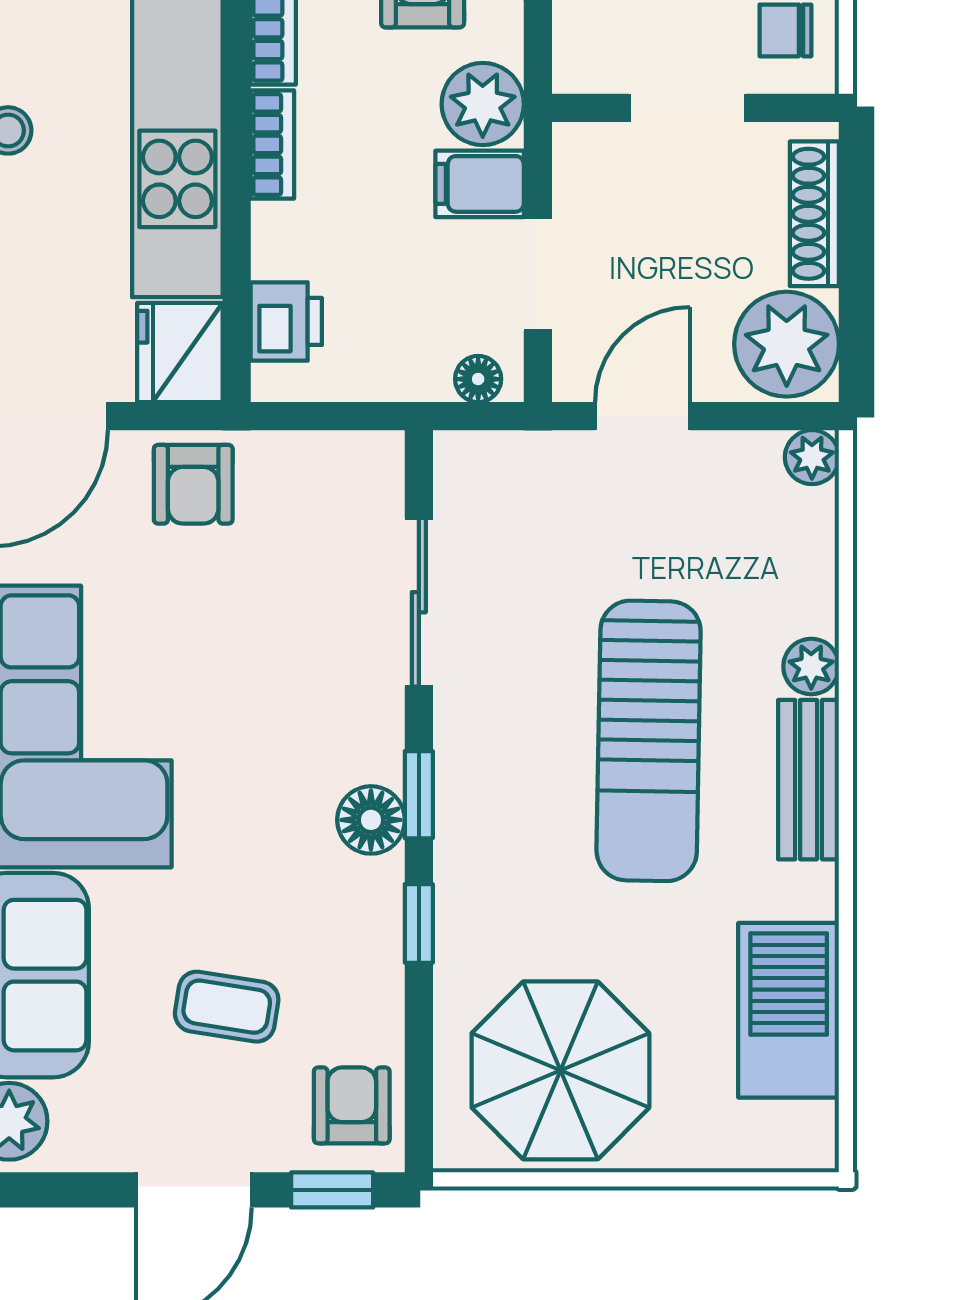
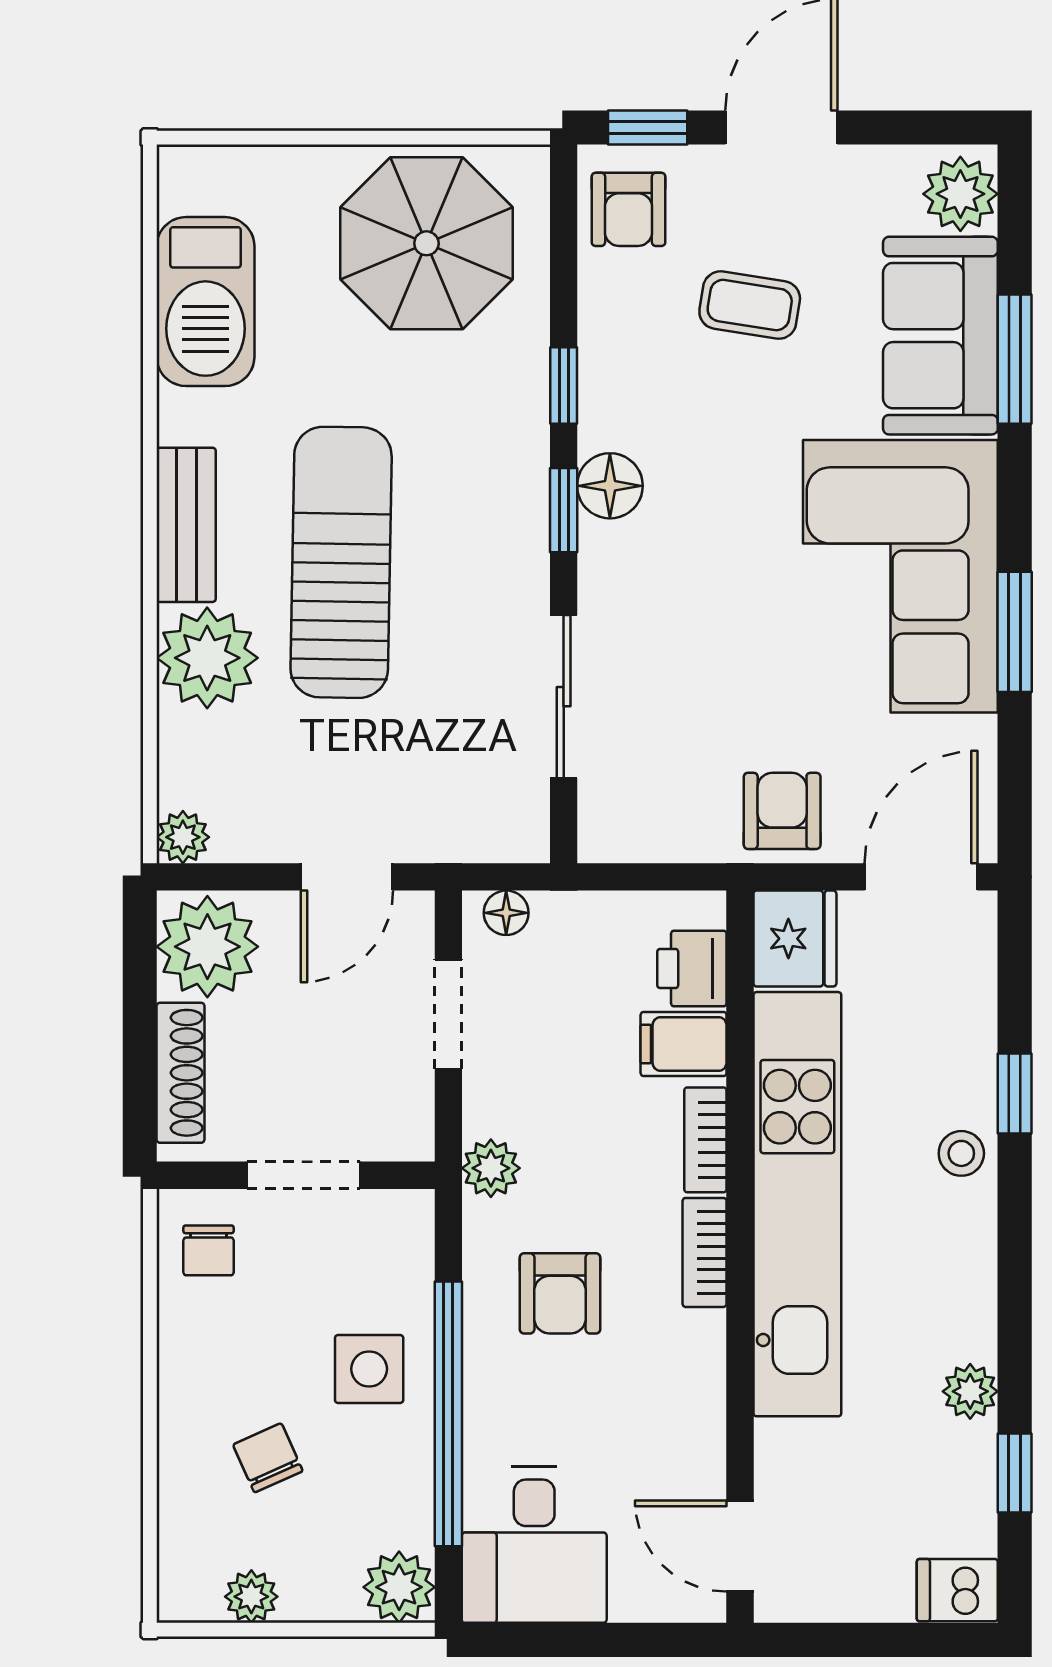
chair: (785, 30) -> (209, 1250), turned 90
plant: (483, 104) -> (491, 1168), width x0.73, depth x0.73
filing cabinet: (480, 184) -> (684, 1044), moved, turned 180
plant: (811, 666) -> (207, 658), width x1.87, depth x1.87

